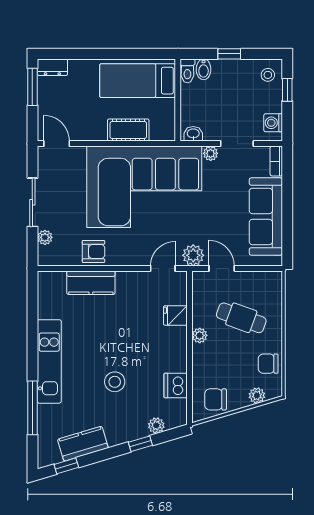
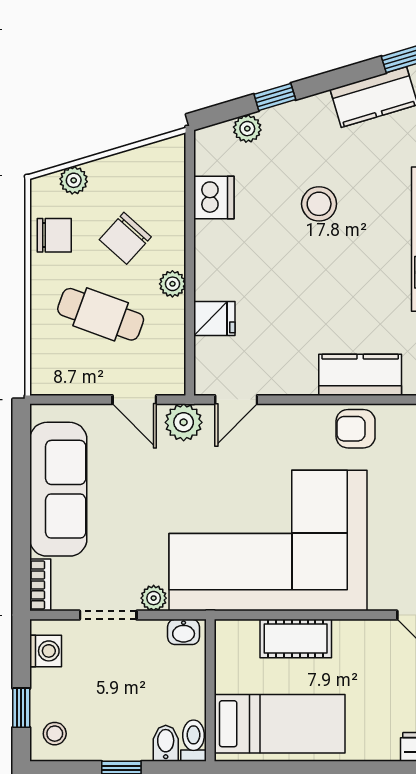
chair: (216, 399) -> (125, 238), moved, turned 132

